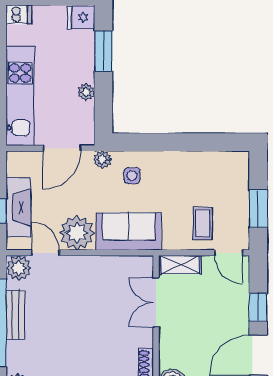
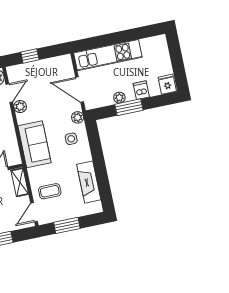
dishwasher: (19, 15) -> (141, 90), moved, turned 180
window: (103, 51) -> (129, 107), moved
fireplace: (18, 207) -> (89, 182), moved, turned 90
plant: (77, 233) -> (20, 107), width x0.53, depth x0.53

